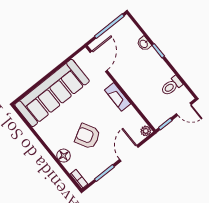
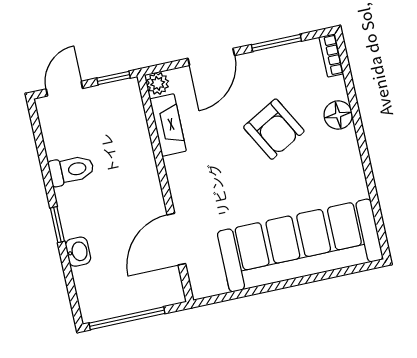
door: (99, 61) -> (176, 239), moved
toilet: (171, 86) -> (71, 170), moved
fireplace: (118, 97) -> (168, 125), moved
door: (184, 109) -> (64, 89), hinge flipped

